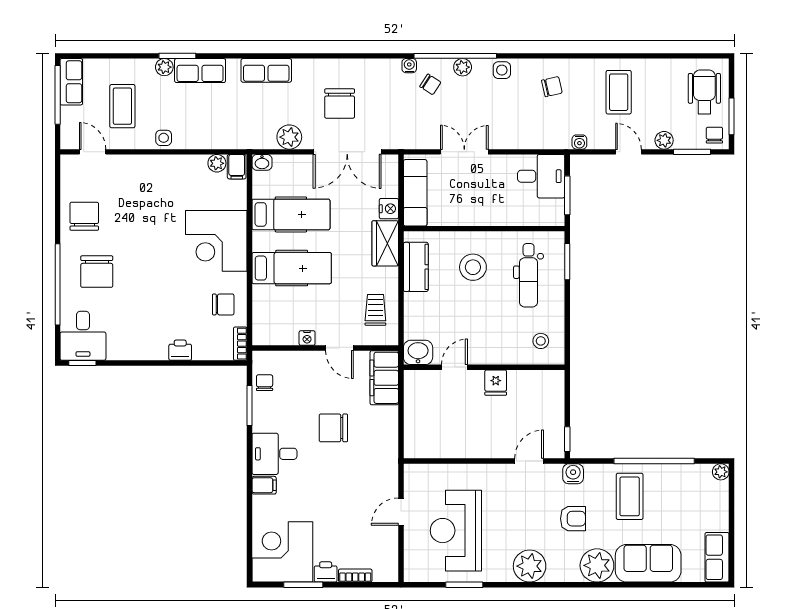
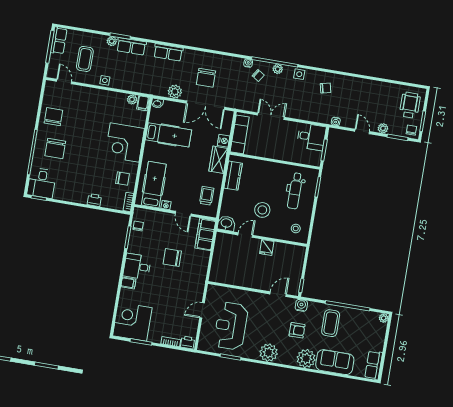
coffee table: (619, 92) -> (362, 97), removed
stool: (473, 267) -> (262, 210), moved
hospital bed: (292, 268) -> (154, 185), moved, turned -90
printer: (326, 572) -> (188, 342), moved

